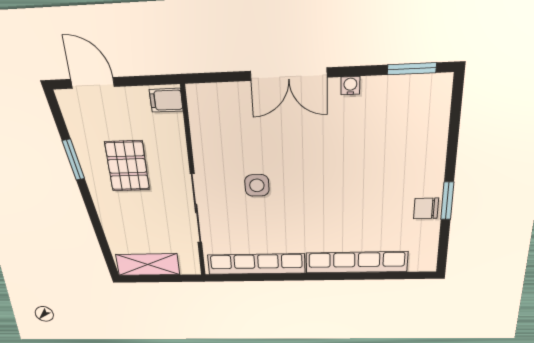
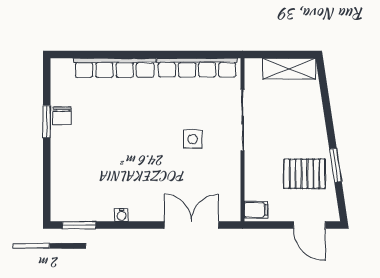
double door: (289, 74) -> (192, 225), moved
pallet: (127, 166) -> (304, 174), moved, turned 90
chair: (426, 208) -> (62, 116), turned 90

